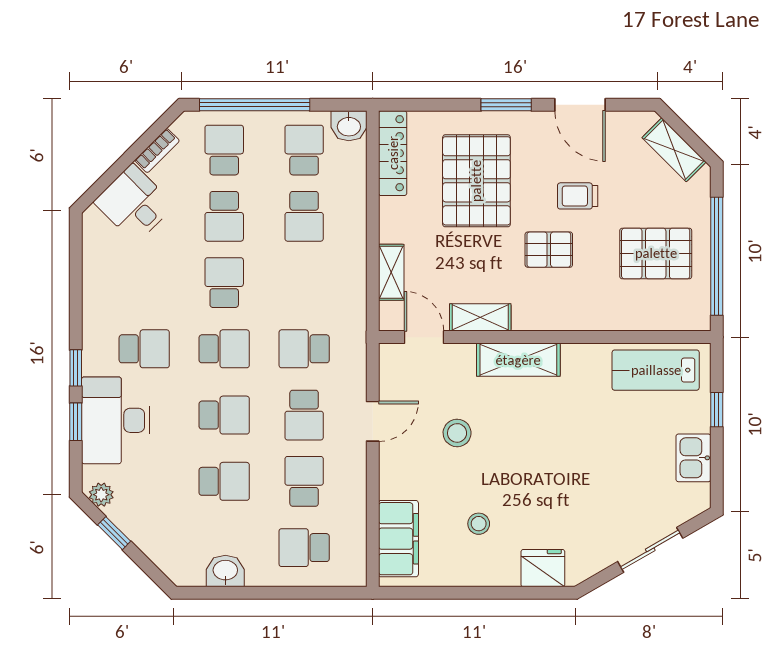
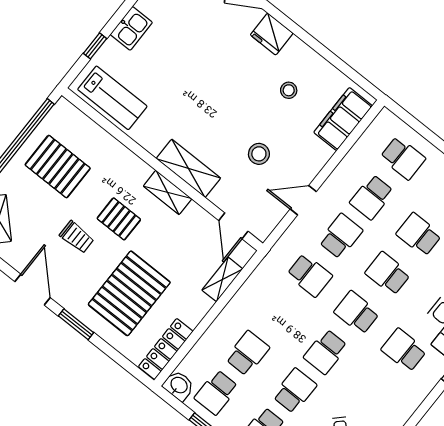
shelving: (480, 317) -> (168, 192), moved

